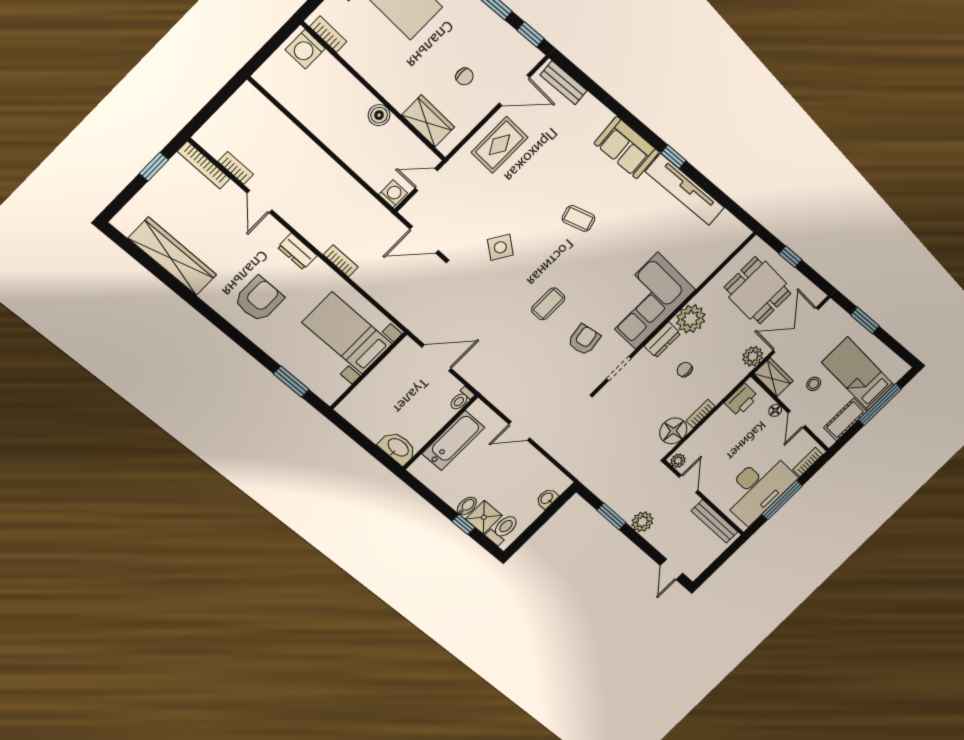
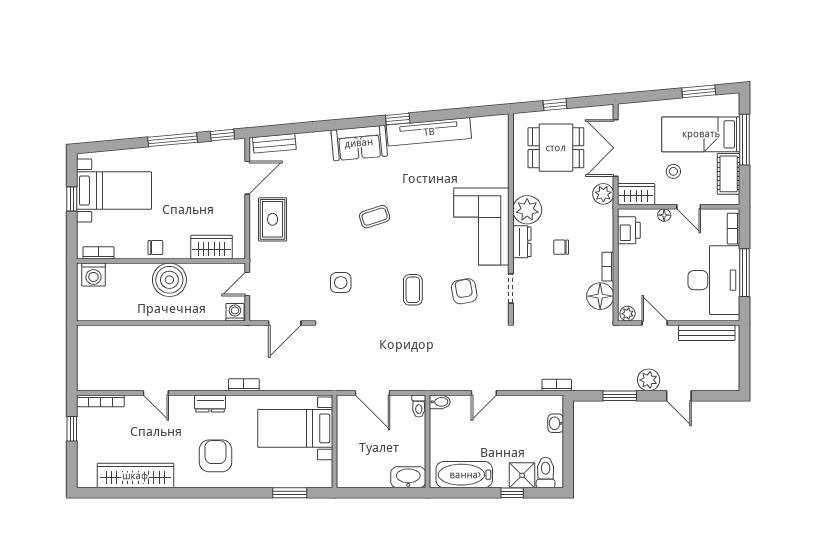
chair: (465, 76) -> (155, 247), moved
boiler: (379, 115) -> (169, 280), width x1.86, depth x1.86
bookcase: (236, 168) -> (557, 385), moved
side table: (500, 247) -> (341, 283), turned -34
window: (865, 320) -> (699, 91), moved
door: (437, 358) -> (373, 393), swing flipped
bathtub: (453, 441) -> (464, 475), moved, turned -90
bidet: (467, 506) -> (440, 402), moved, turned 90
door: (671, 569) -> (679, 396), moved

